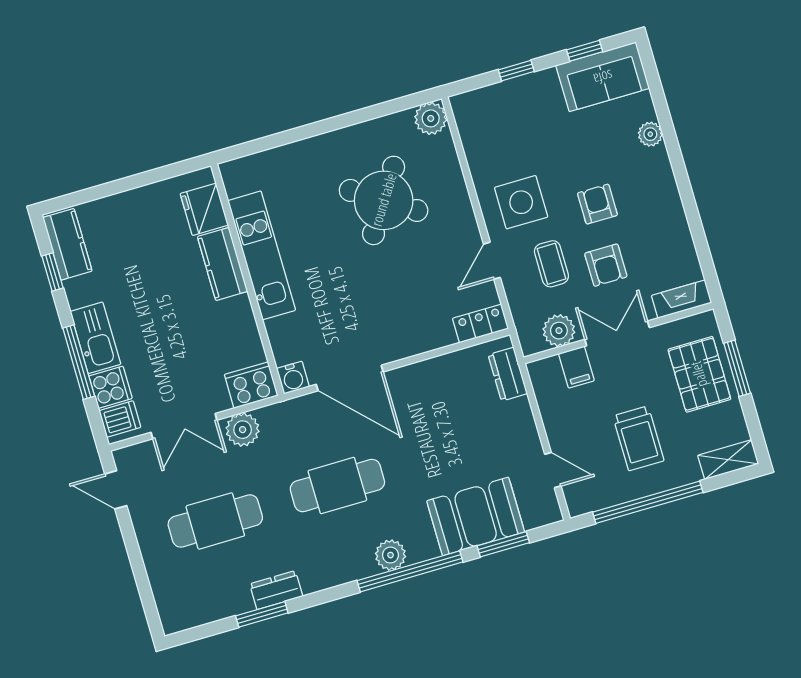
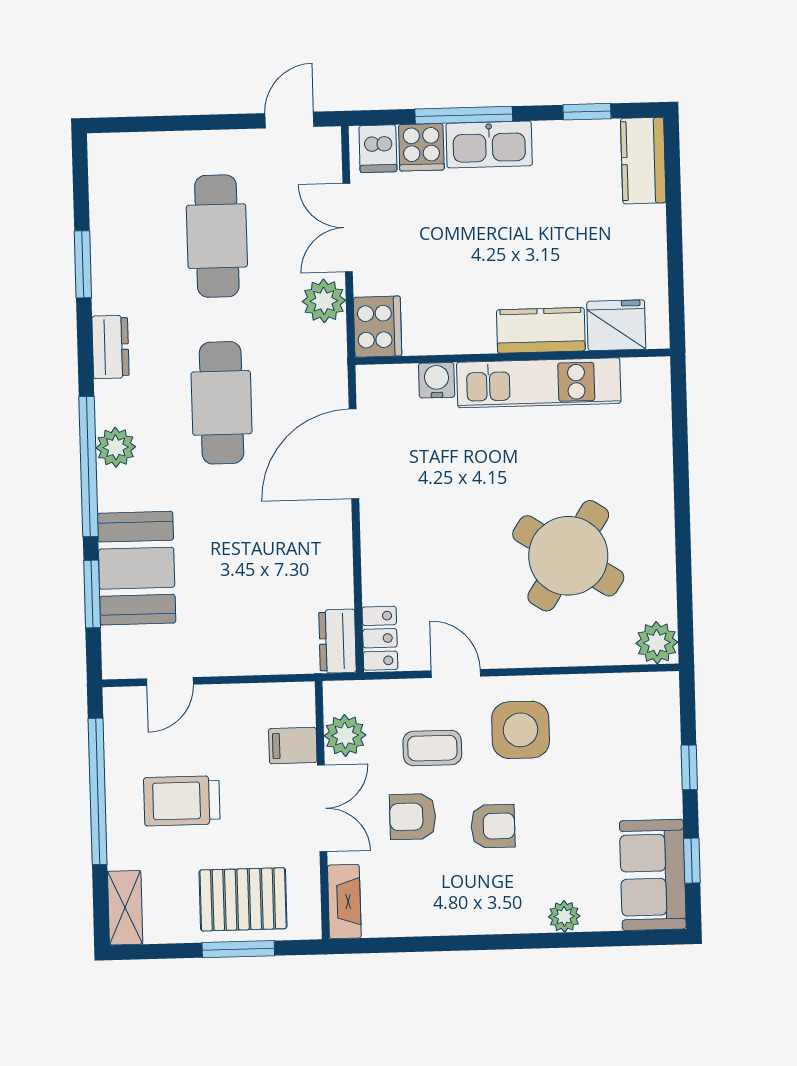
kitchen counter: (67, 244) -> (643, 161), moved, turned 90
dresser: (508, 374) -> (337, 641), moved, turned -90
water cooler: (293, 378) -> (437, 380), moved, turned 90
dresser: (276, 590) -> (110, 347), moved

